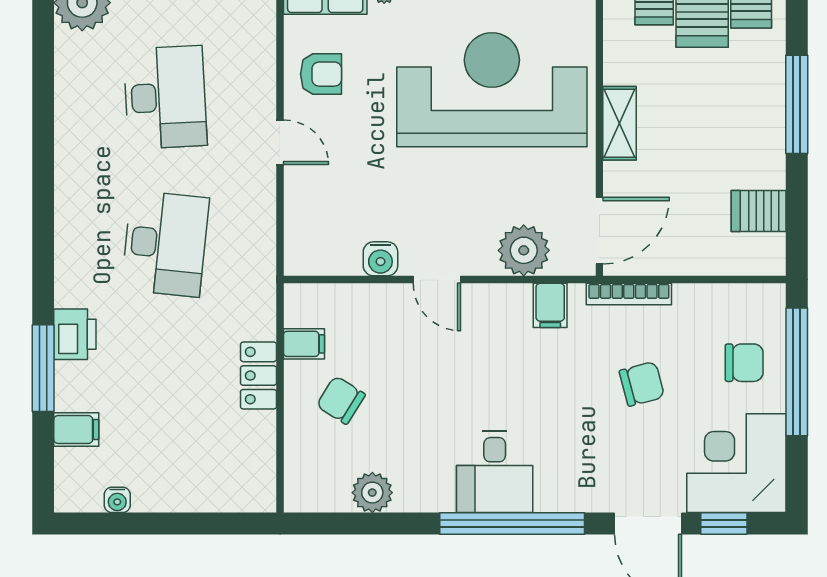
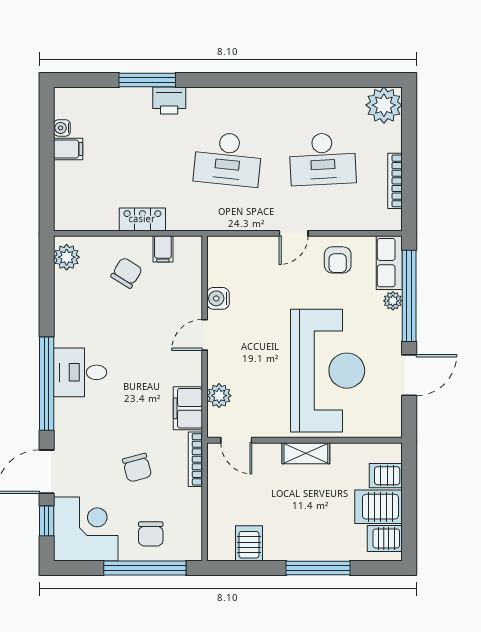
door: (599, 231) -> (236, 440), width x0.73
plant: (524, 250) -> (219, 396), width x0.73, depth x0.73
filing cabinet: (550, 305) -> (188, 408), width x2.00
filing cabinet: (76, 430) -> (68, 149), moved, turned -90
plant: (372, 493) -> (67, 257), moved

